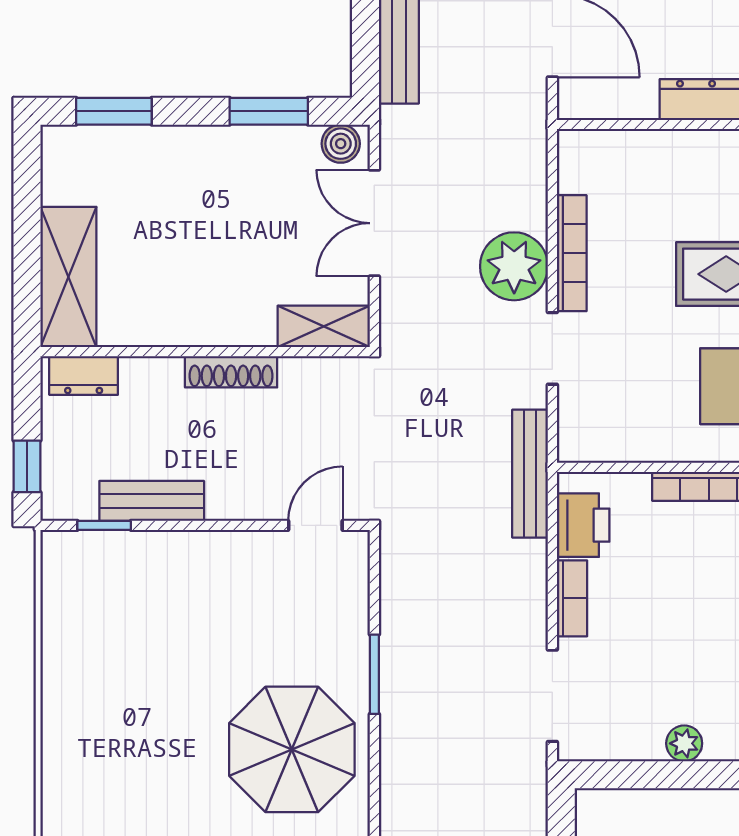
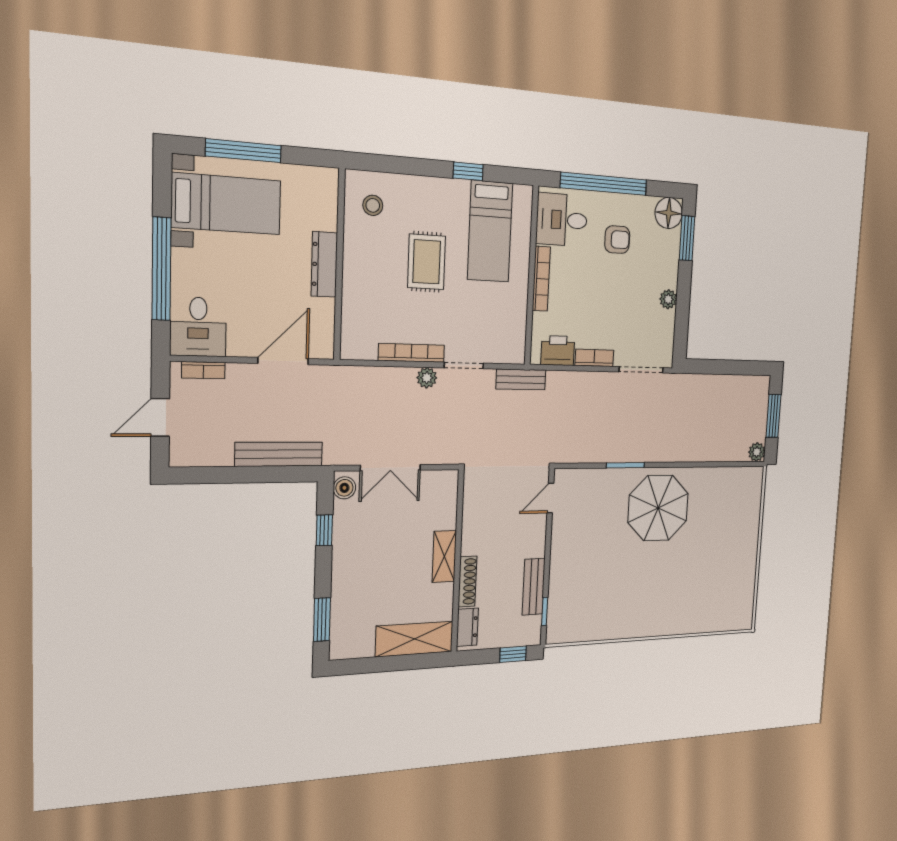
window: (269, 111) -> (324, 530), width x0.67
plant: (514, 266) -> (427, 378), width x0.53, depth x0.53
shelving: (324, 326) -> (444, 556), moved
shoe rack: (231, 372) -> (467, 581), moved
bench: (530, 474) -> (521, 379), width x0.73
door: (315, 525) -> (550, 498), hinge flipped

